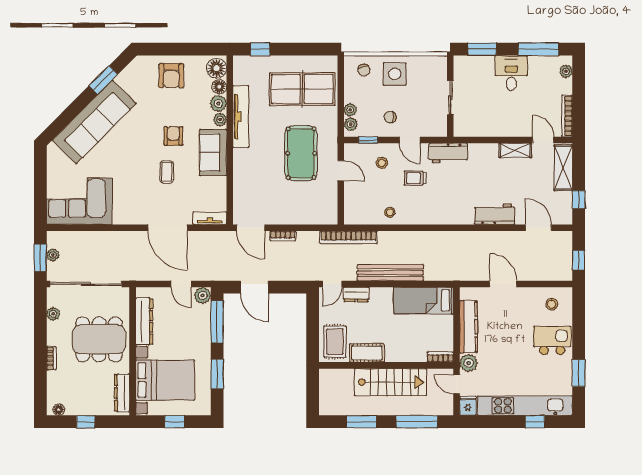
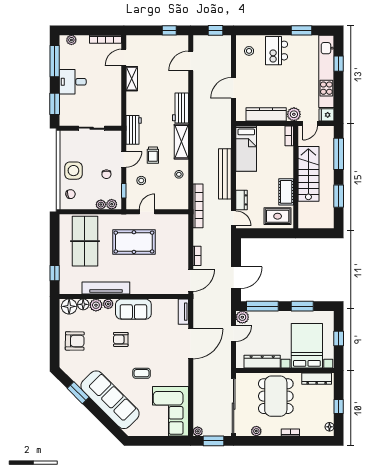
shelving: (563, 168) -> (181, 142), moved, turned 90
coffee table: (167, 172) -> (142, 373), moved
workbench: (495, 214) -> (180, 108), moved
plant: (53, 255) -> (198, 431), moved

